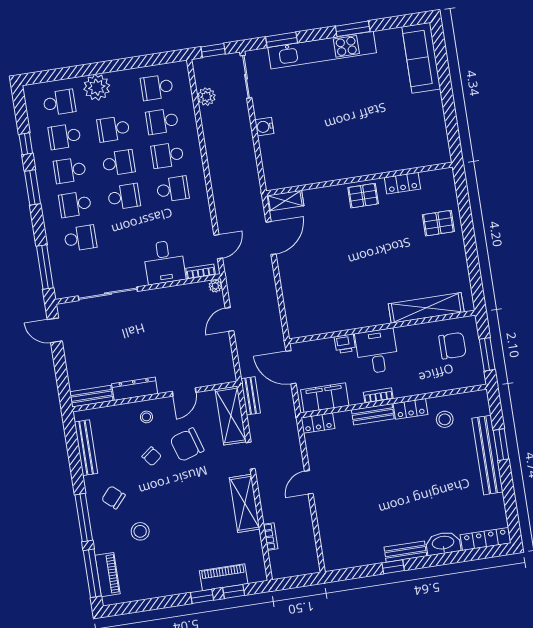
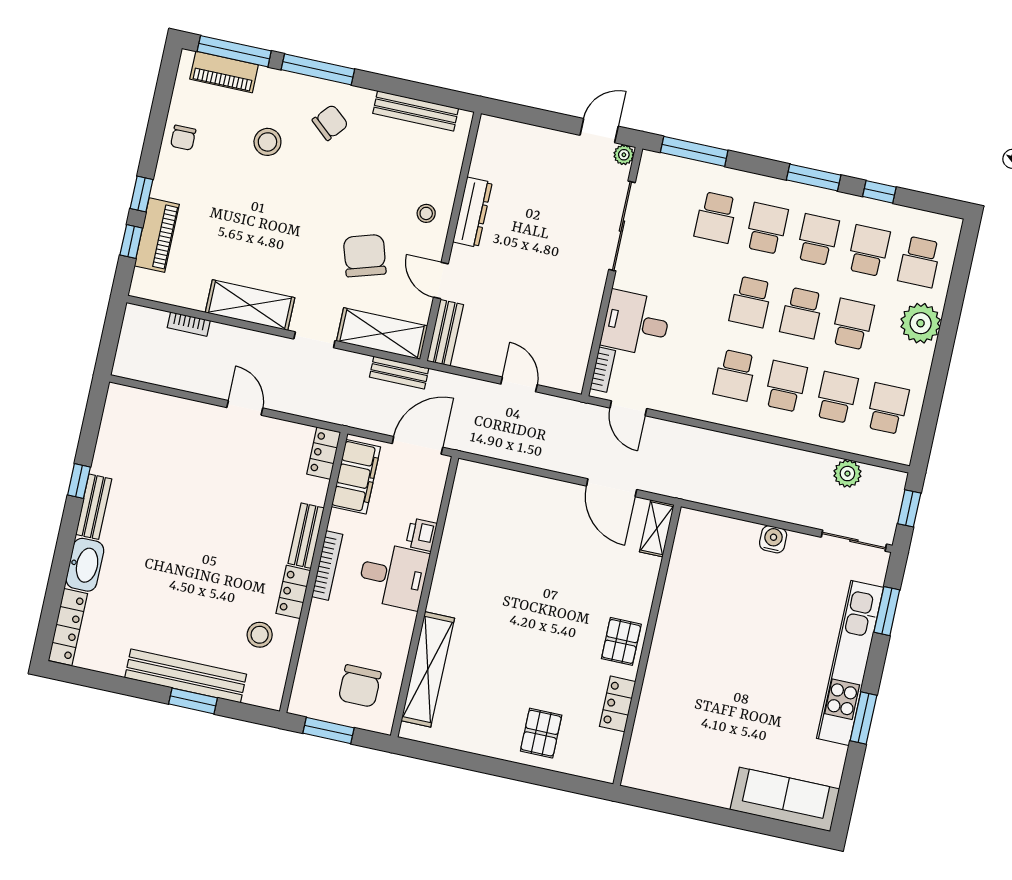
plant: (215, 286) -> (624, 155), moved
bookcase: (378, 395) -> (327, 565), width x1.56
bench: (91, 396) -> (445, 333), moved
chair: (152, 456) -> (183, 138), moved, turned -52

